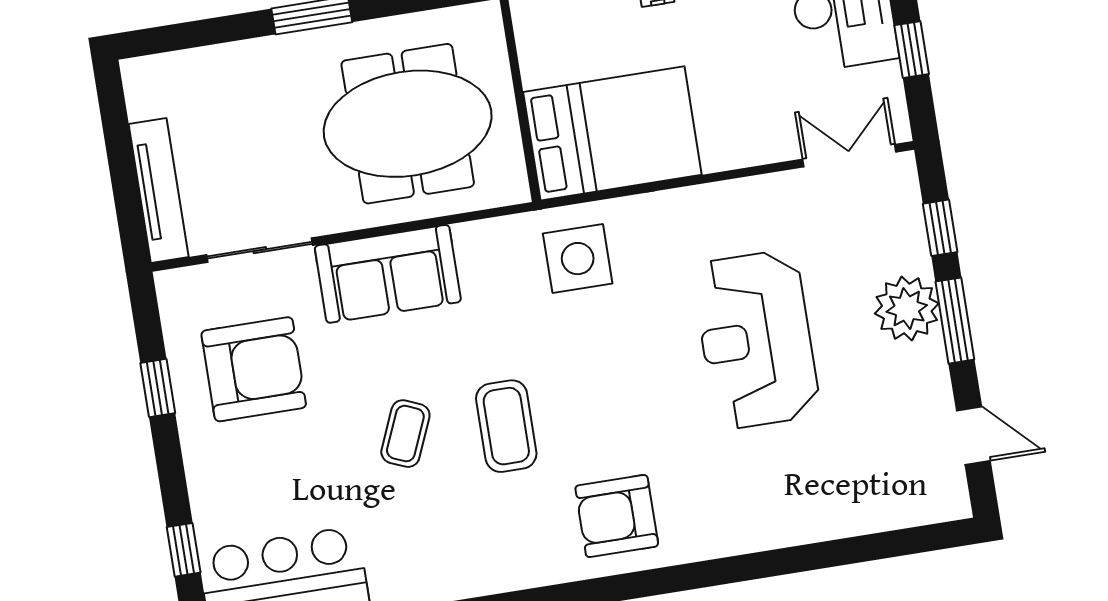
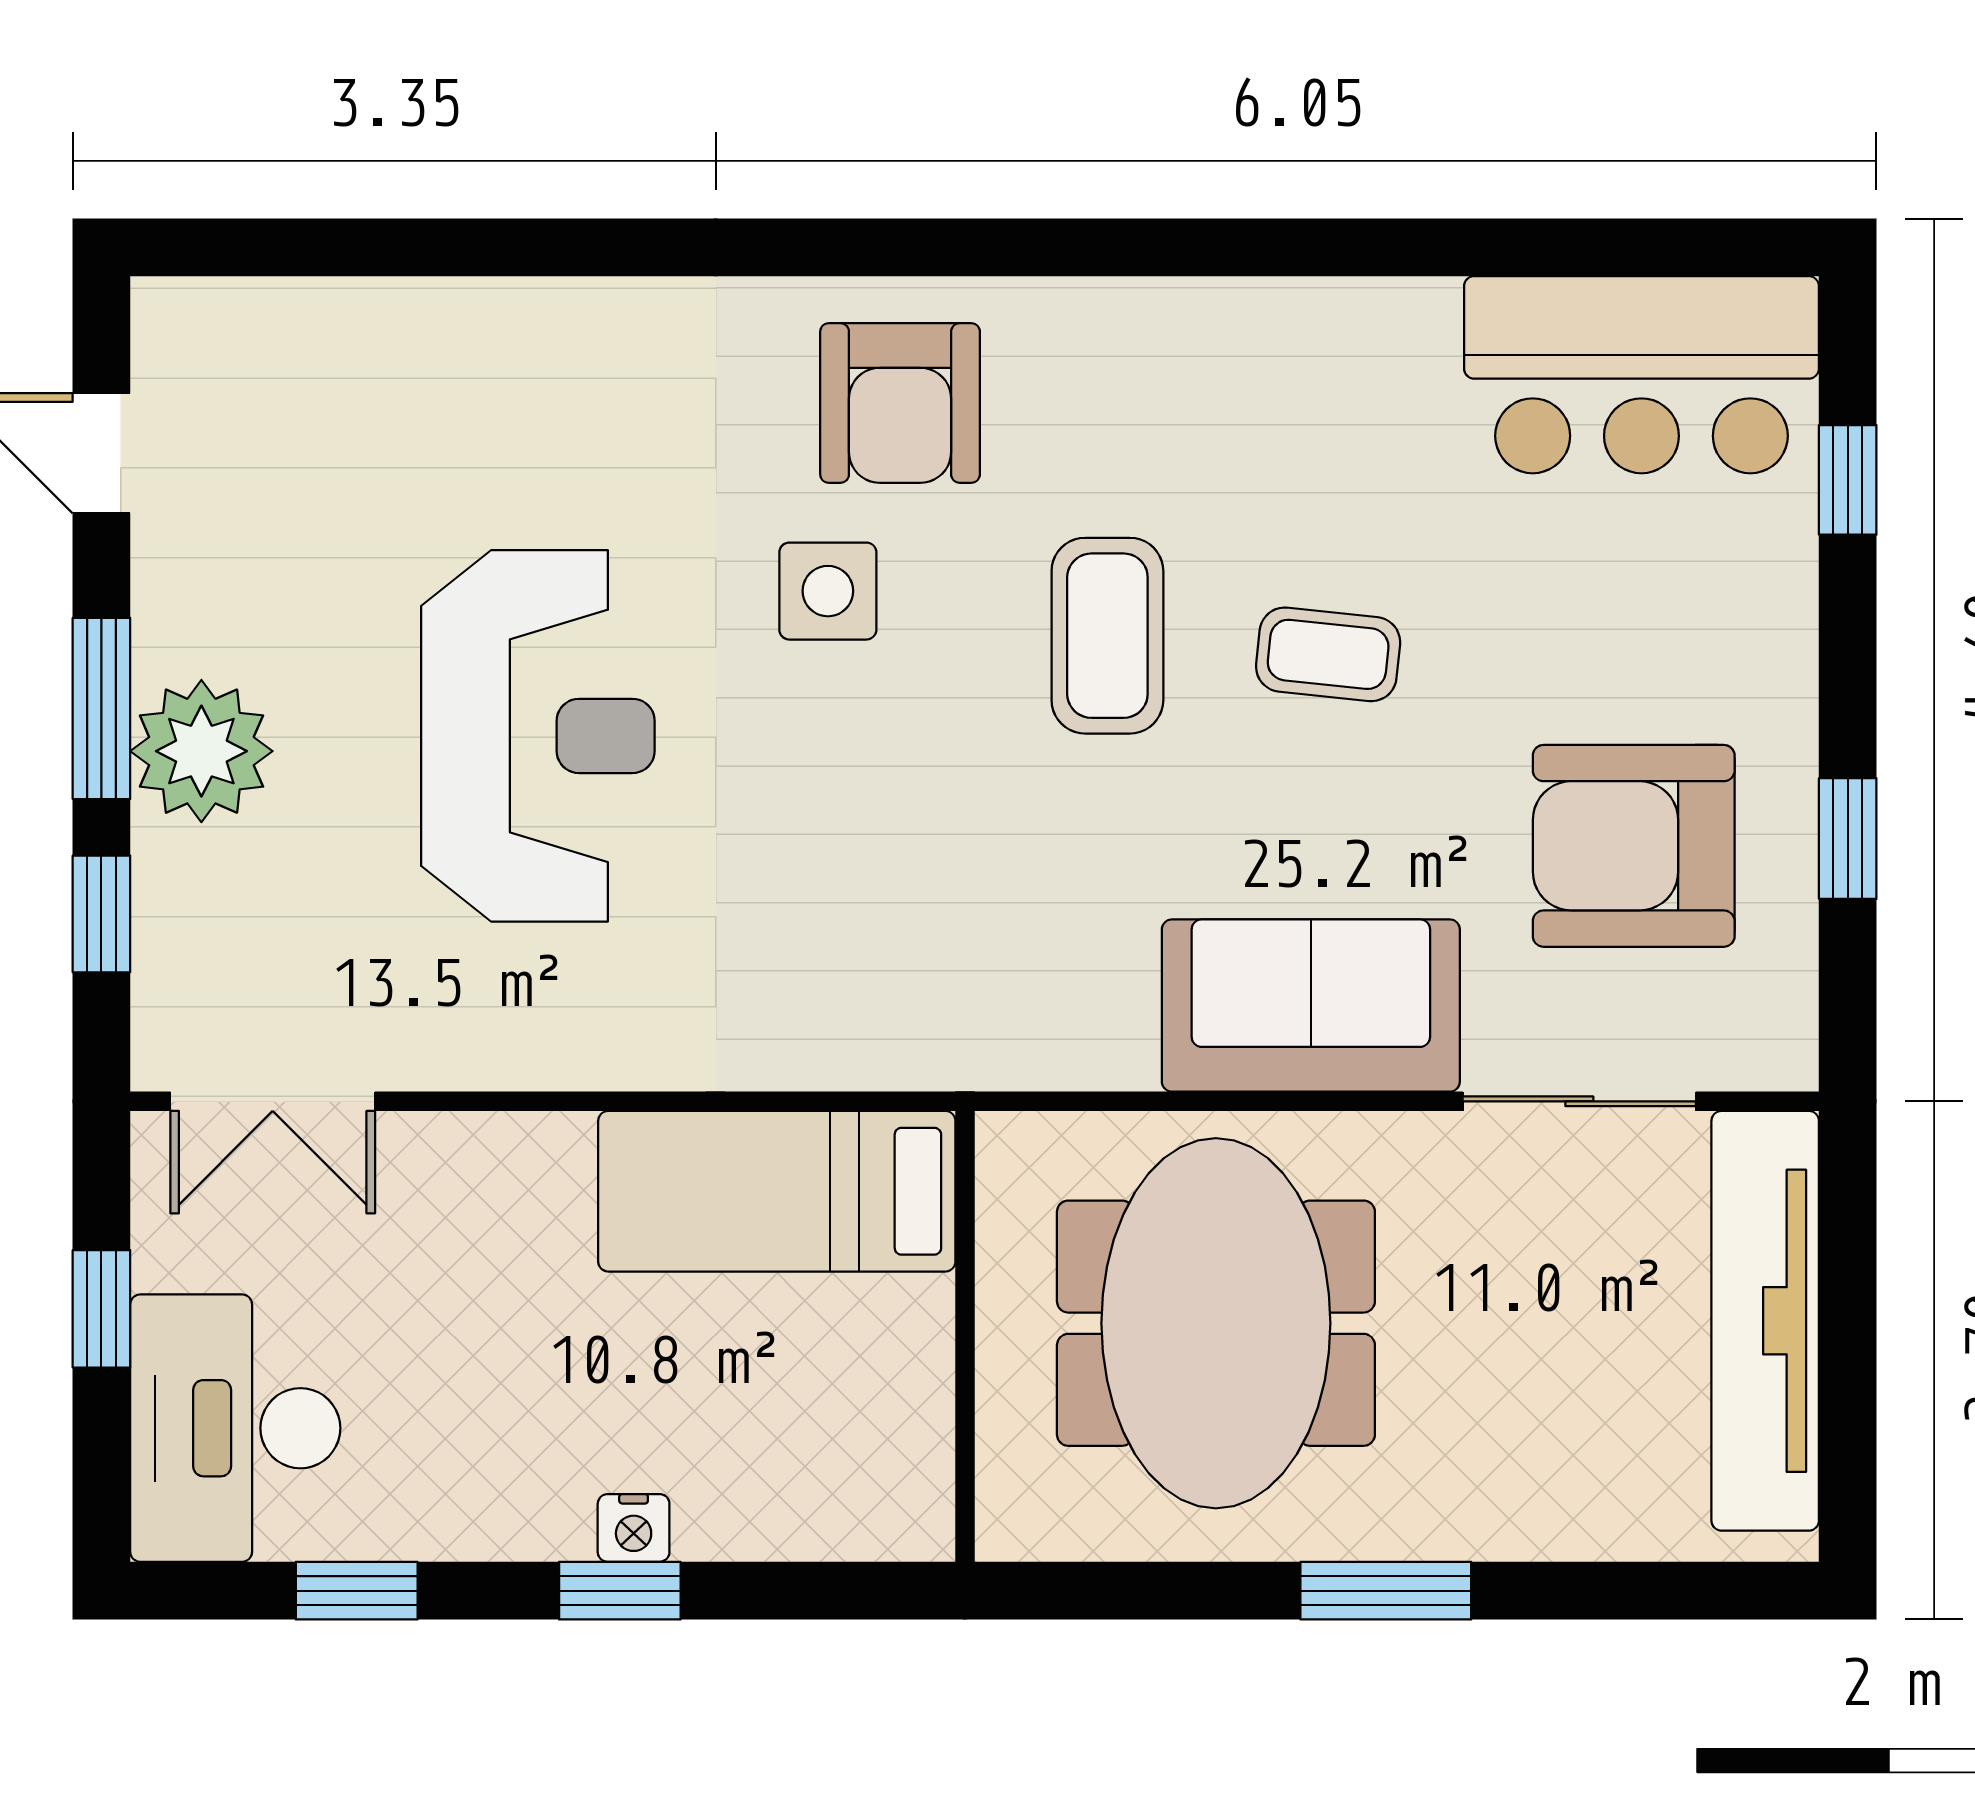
meeting table: (408, 124) -> (1216, 1323), turned 90
bed: (612, 133) -> (777, 1191), width x0.67
tv unit: (159, 190) -> (1765, 1321), width x1.36, depth x1.29
side table: (578, 259) -> (828, 591), moved, width x0.73, depth x0.73
coffee table: (405, 434) -> (1328, 654), turned 73
armchair: (617, 516) -> (900, 403), turned 90

